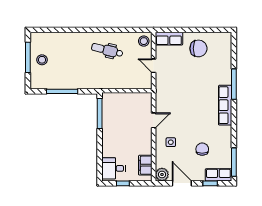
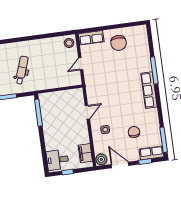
chair: (198, 48) -> (119, 43), turned 90
dental chair: (107, 50) -> (22, 70), moved, turned 95
door: (154, 66) -> (81, 64), hinge flipped

